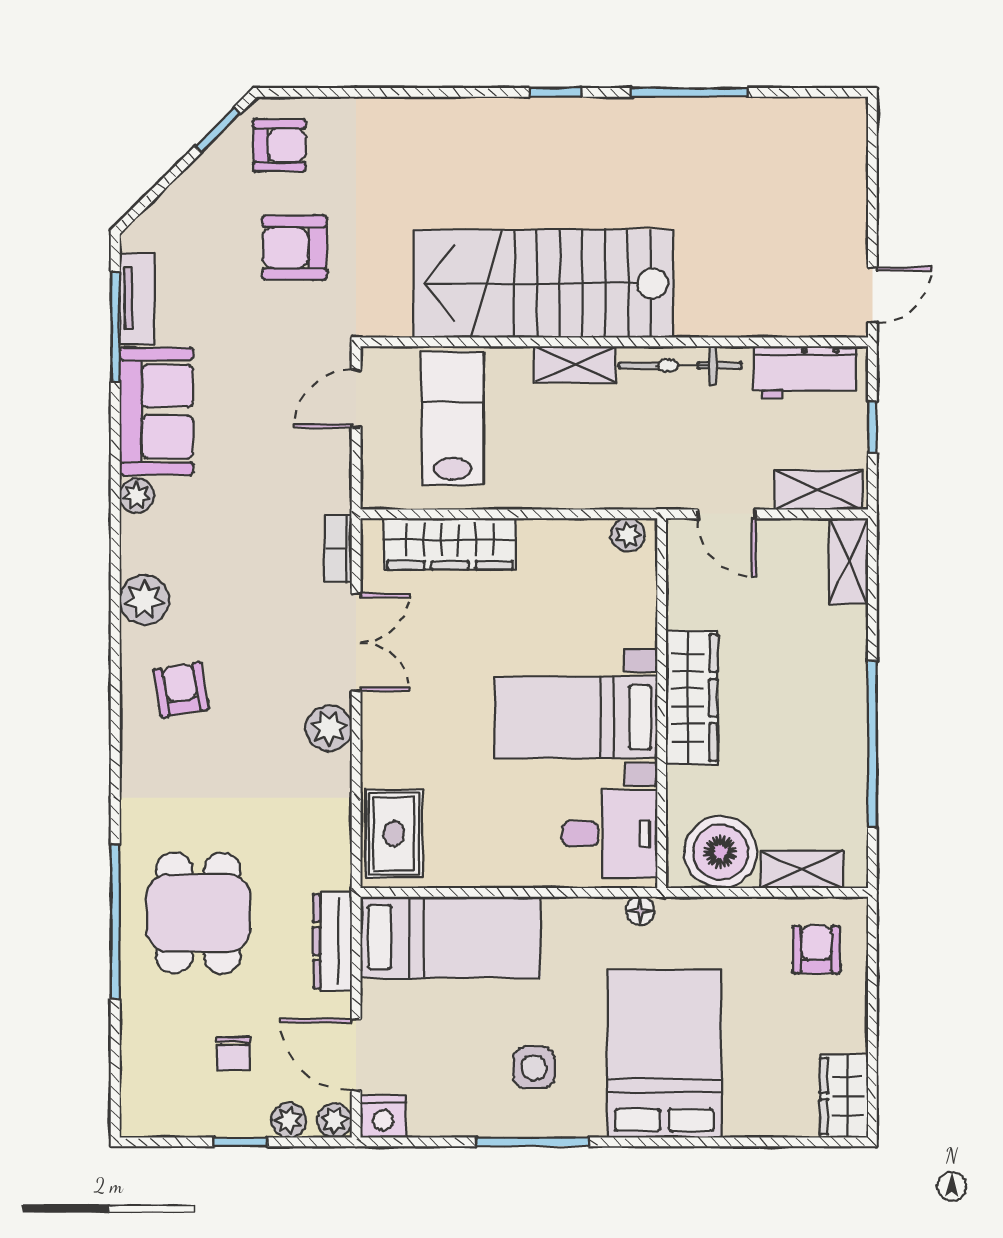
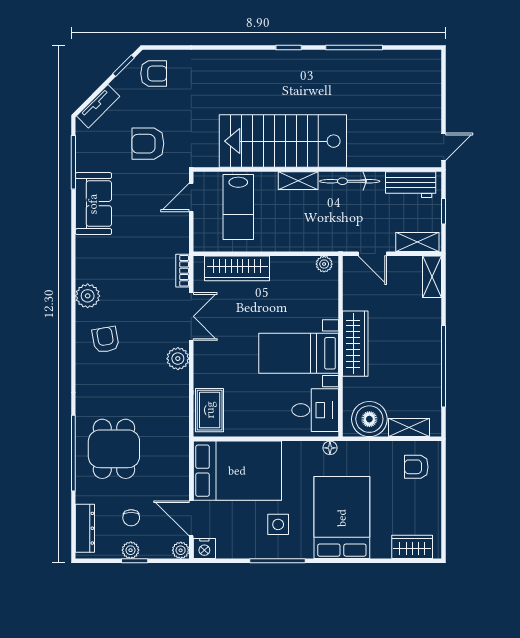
armchair: (295, 248) -> (148, 144), moved
tv unit: (137, 299) -> (98, 106), moved, turned 45
lab bench: (452, 418) -> (238, 207), turned 180
plant: (137, 496) -> (84, 245), removed
bed: (451, 937) -> (237, 471), width x1.50
dresser: (333, 941) -> (85, 528), moved, turned 180
armchair: (816, 950) -> (416, 467), turned -90
wardrobe: (844, 1096) -> (412, 547), moved, turned 90
plant: (289, 1120) -> (131, 550), moved

